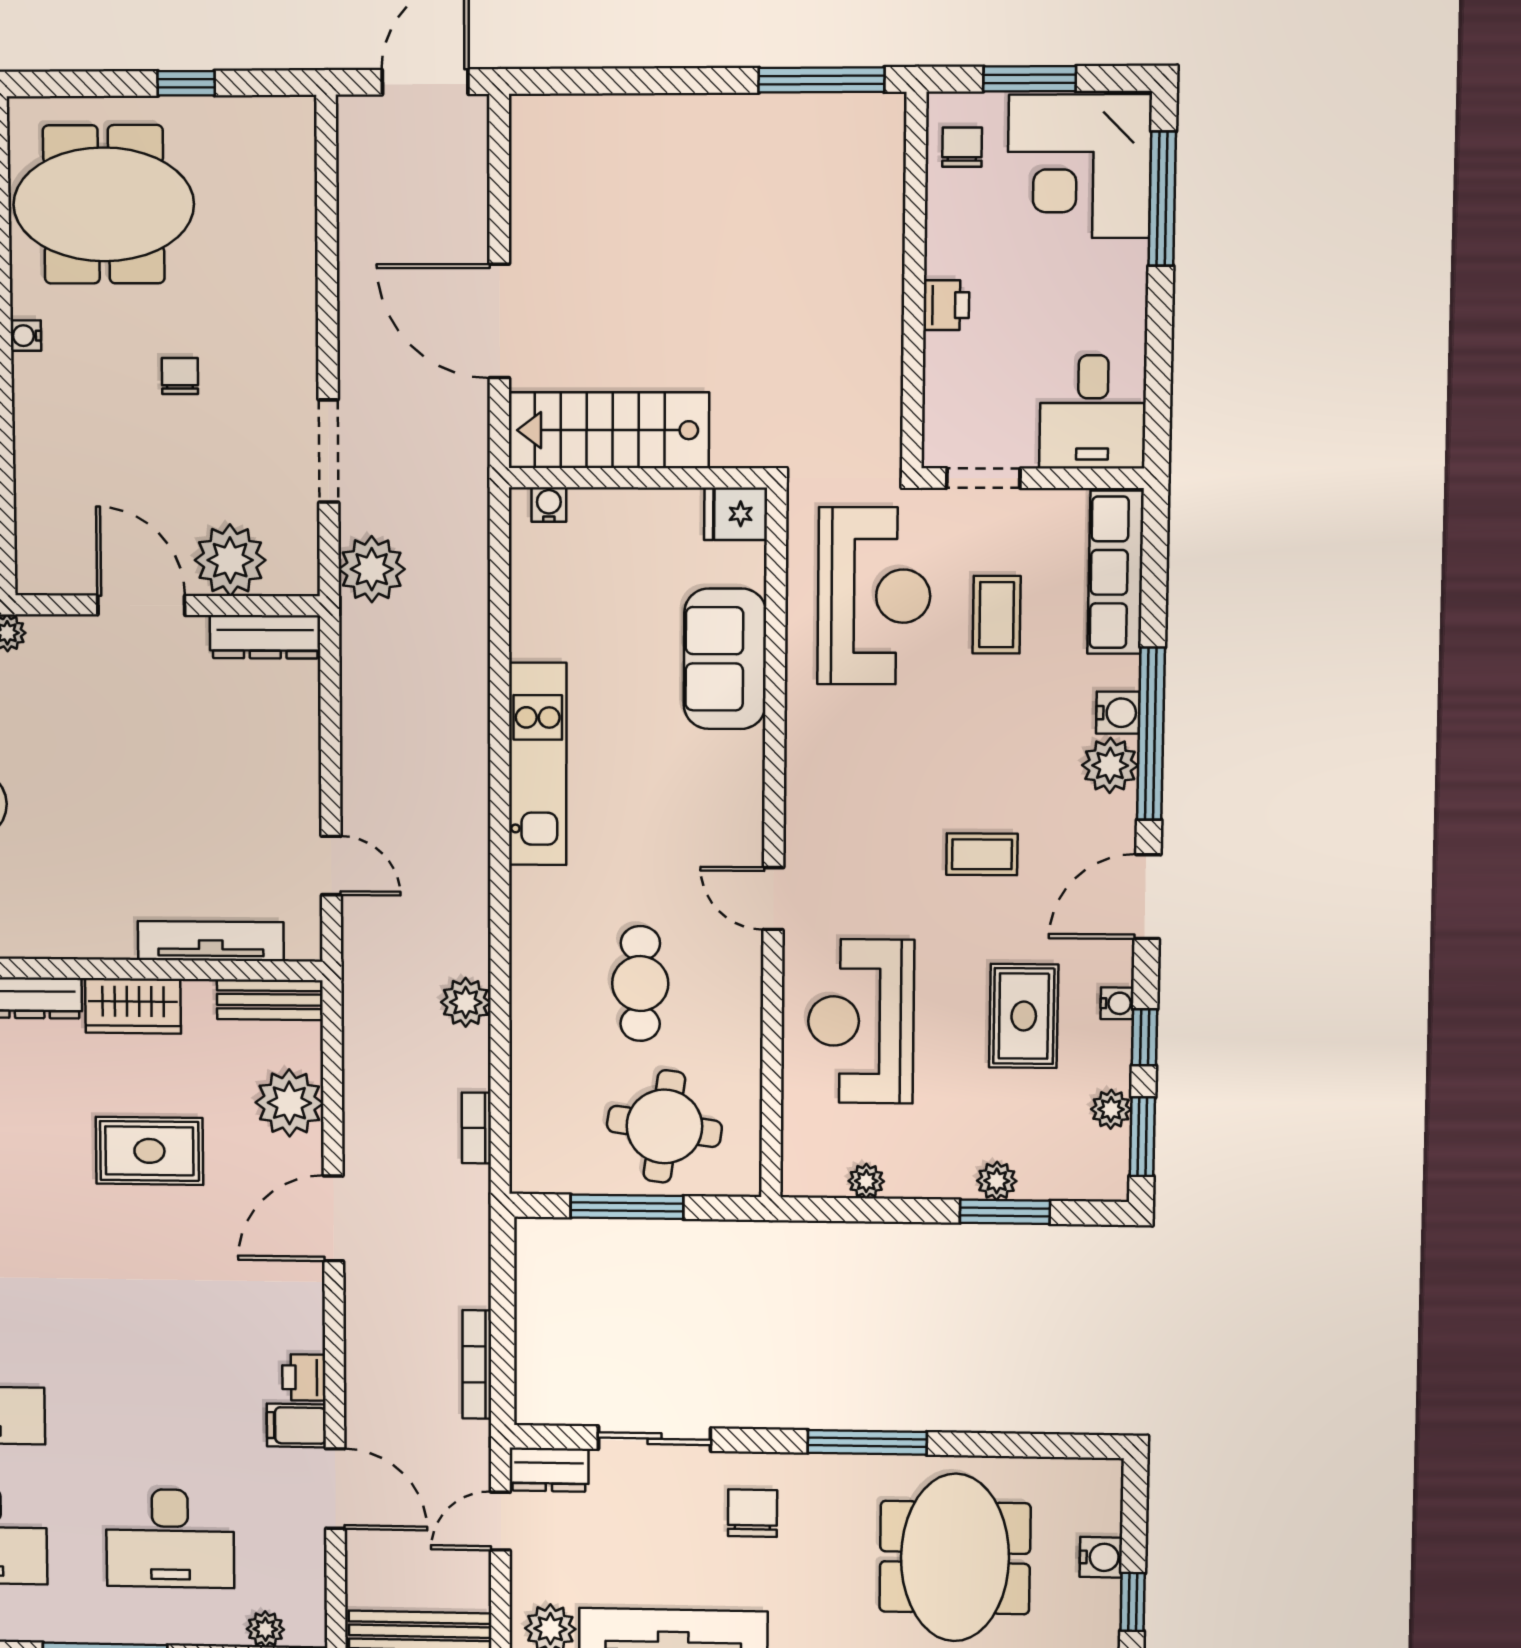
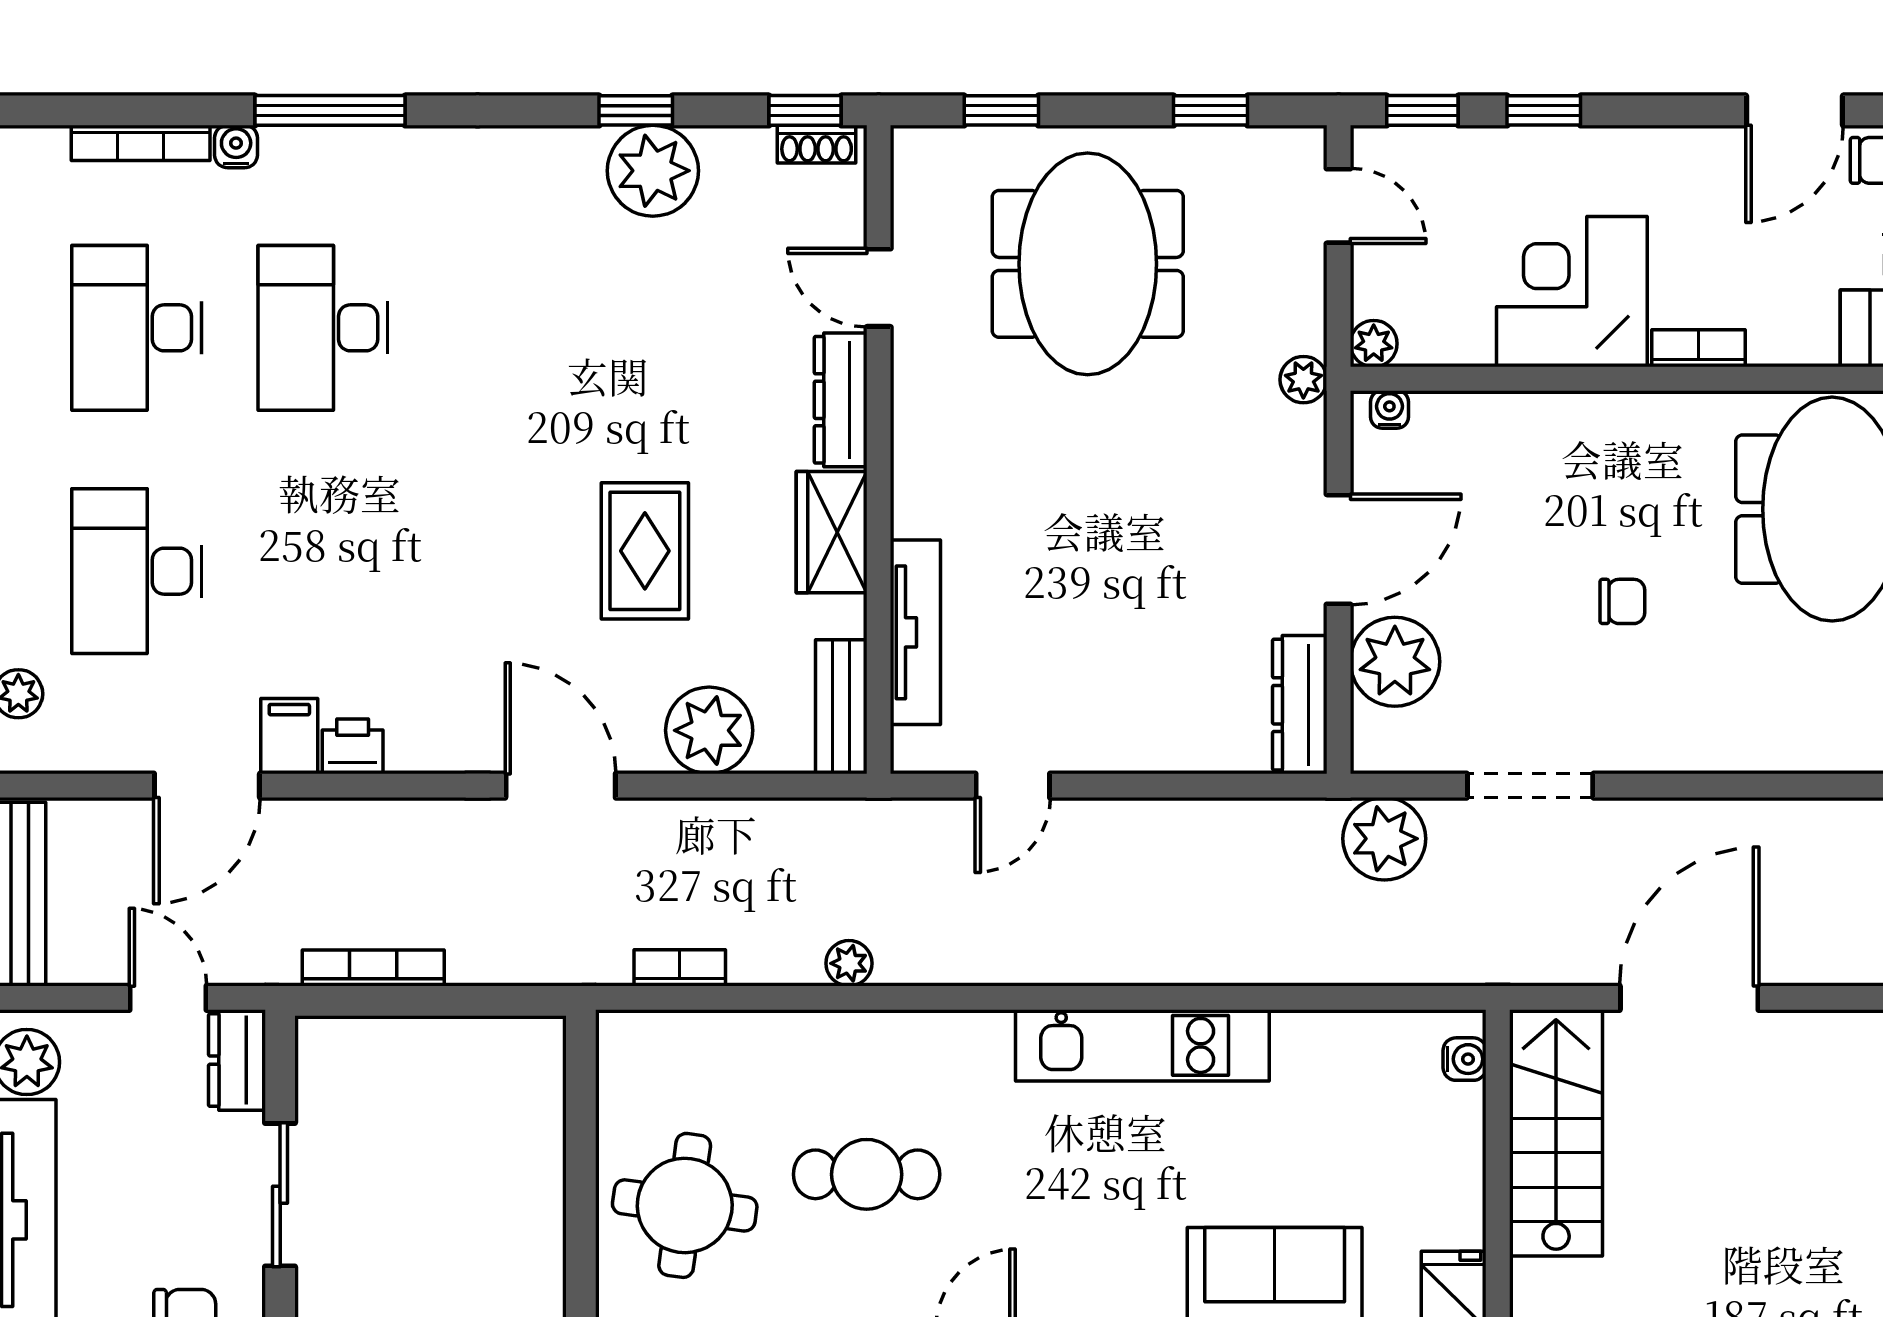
water cooler: (26, 336) -> (1389, 409), moved
plant: (466, 1002) -> (849, 963), width x0.73, depth x0.73
window: (627, 1207) -> (581, 1159), removed

